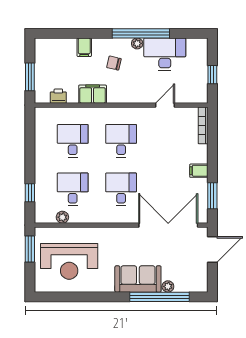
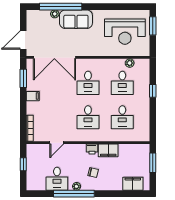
filing cabinet: (84, 47) -> (133, 184), moved, width x2.00
desk: (165, 54) -> (57, 179), width x0.73
printer: (58, 96) -> (92, 149), moved
window: (30, 193) -> (153, 91), moved
window: (30, 249) -> (153, 26), moved
reception desk: (69, 261) -> (125, 32), turned 180

